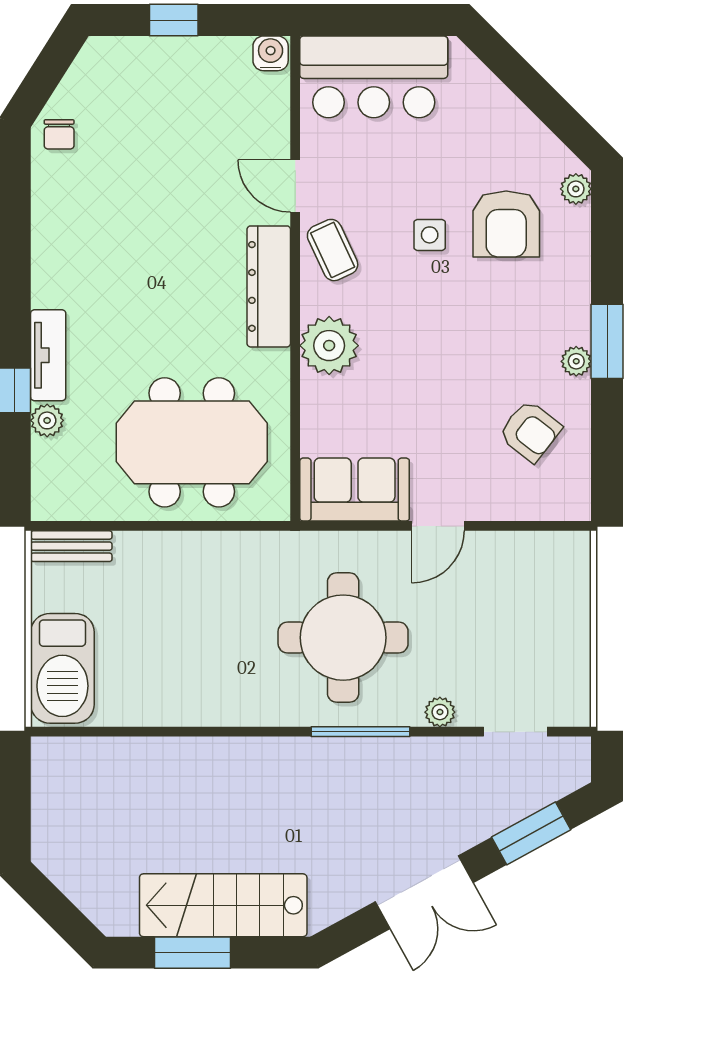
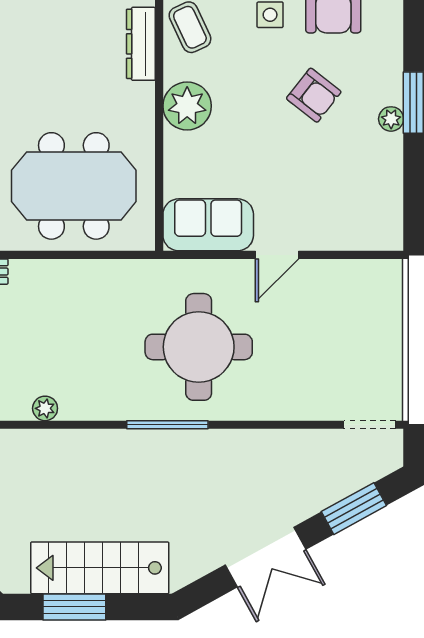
dresser: (269, 286) -> (141, 44), width x0.73, depth x0.80
armchair: (530, 431) -> (314, 95), moved
plant: (440, 712) -> (45, 408), moved
window: (360, 732) -> (167, 425), moved
doorway: (515, 732) -> (370, 425), moved

